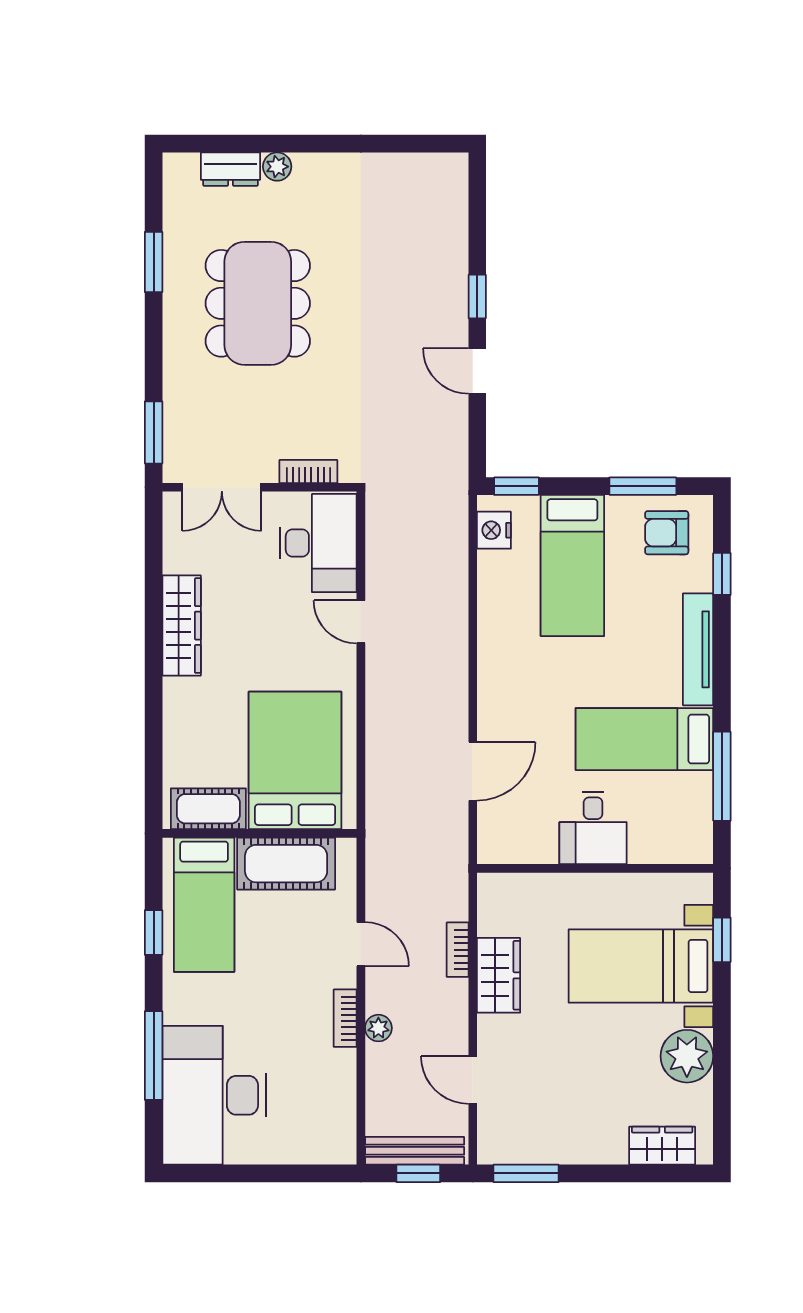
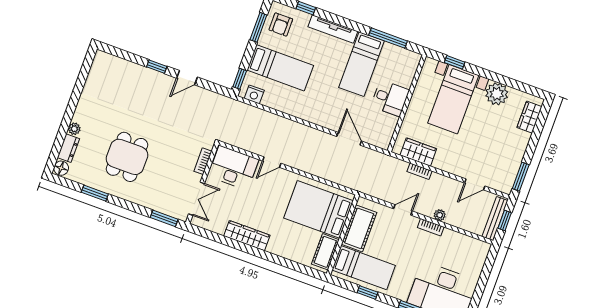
floor lamp: (181, 169) -> (61, 168), added
dining table: (258, 303) -> (127, 157), width x0.73
wardrobe: (499, 975) -> (418, 152), moved

